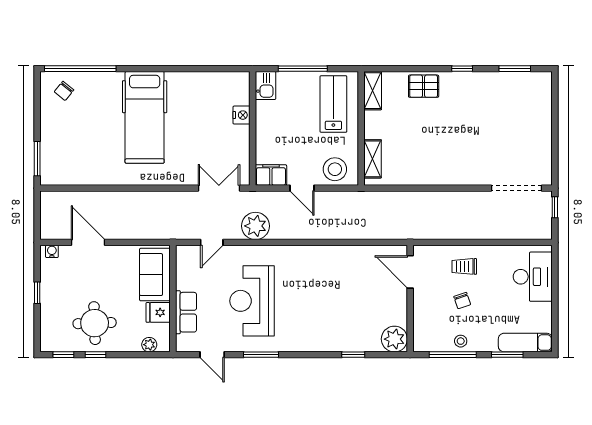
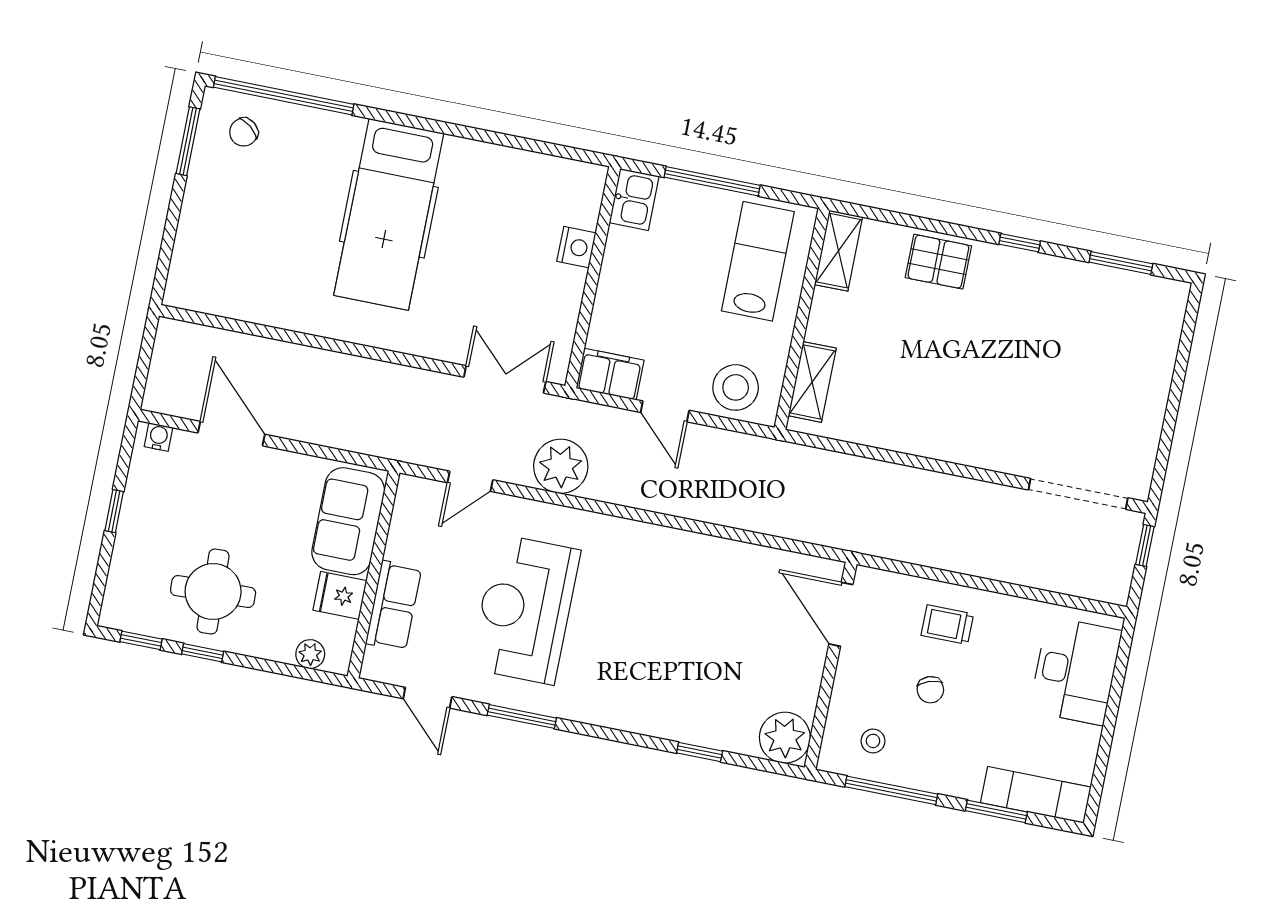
window: (37, 159) -> (188, 141), moved
stool: (461, 341) -> (873, 741), moved

